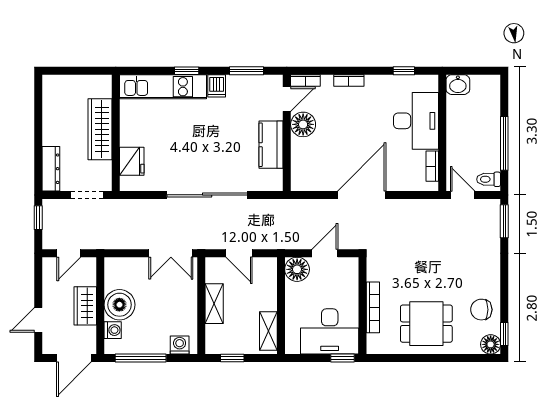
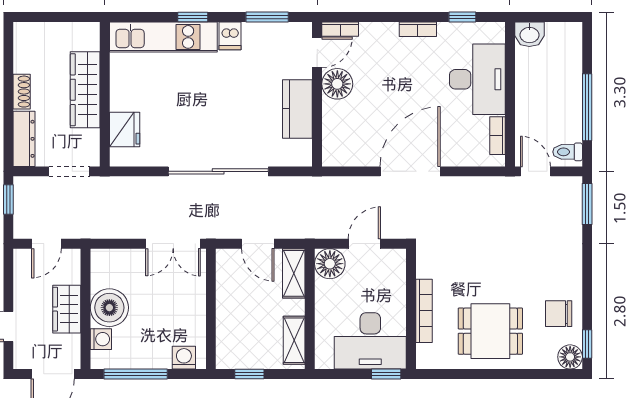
bookcase: (349, 81) -> (418, 29), moved
shoe rack: (49, 131) -> (22, 92), added
shelving: (214, 304) -> (294, 273), moved

